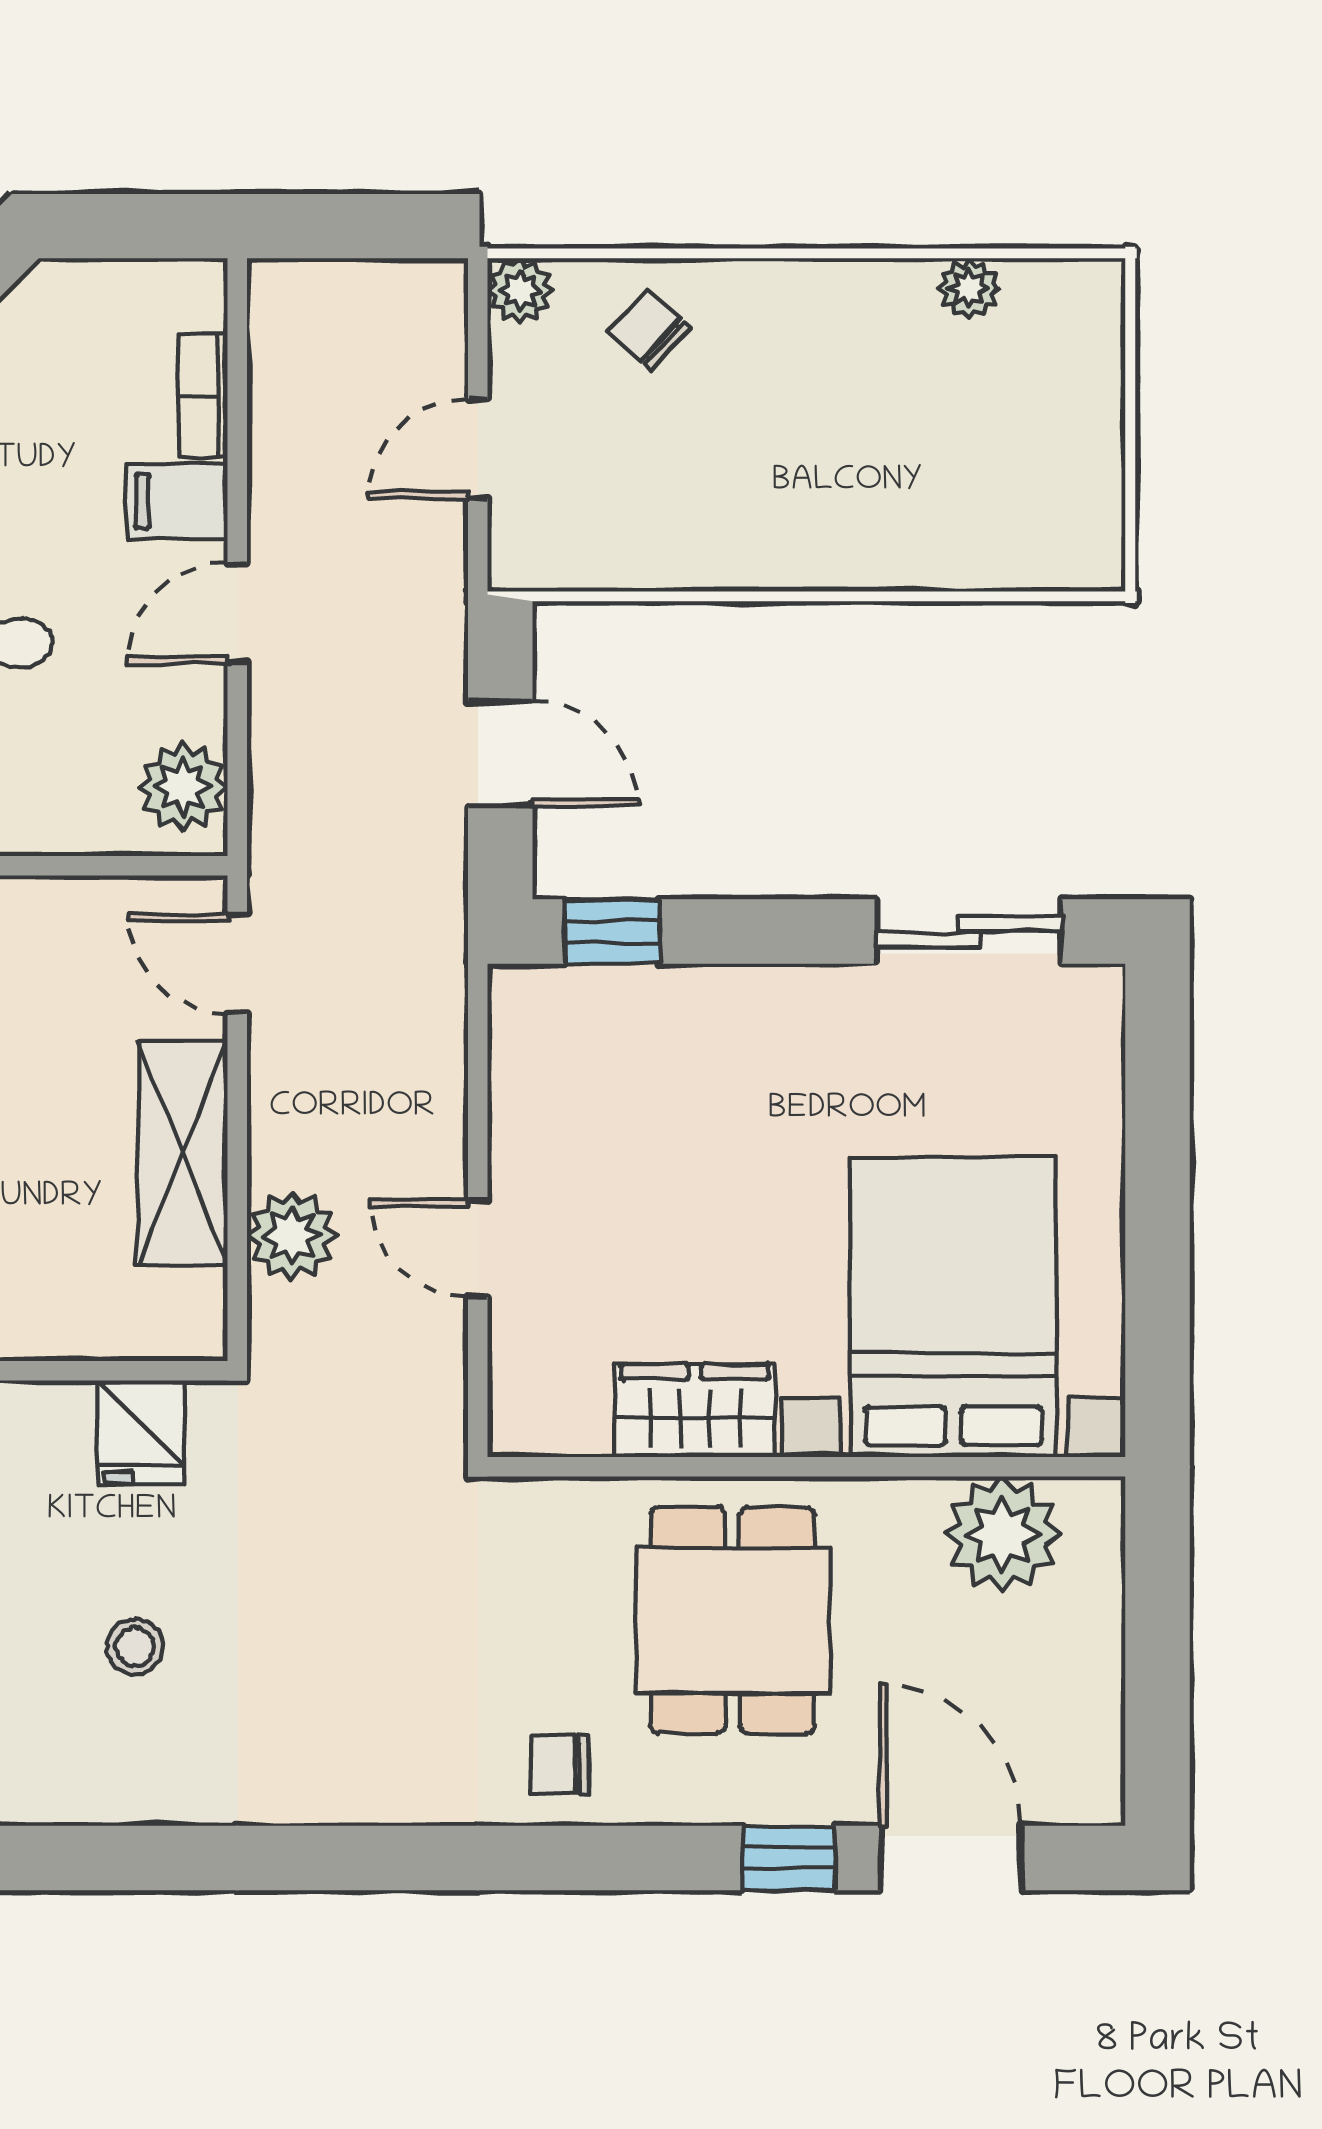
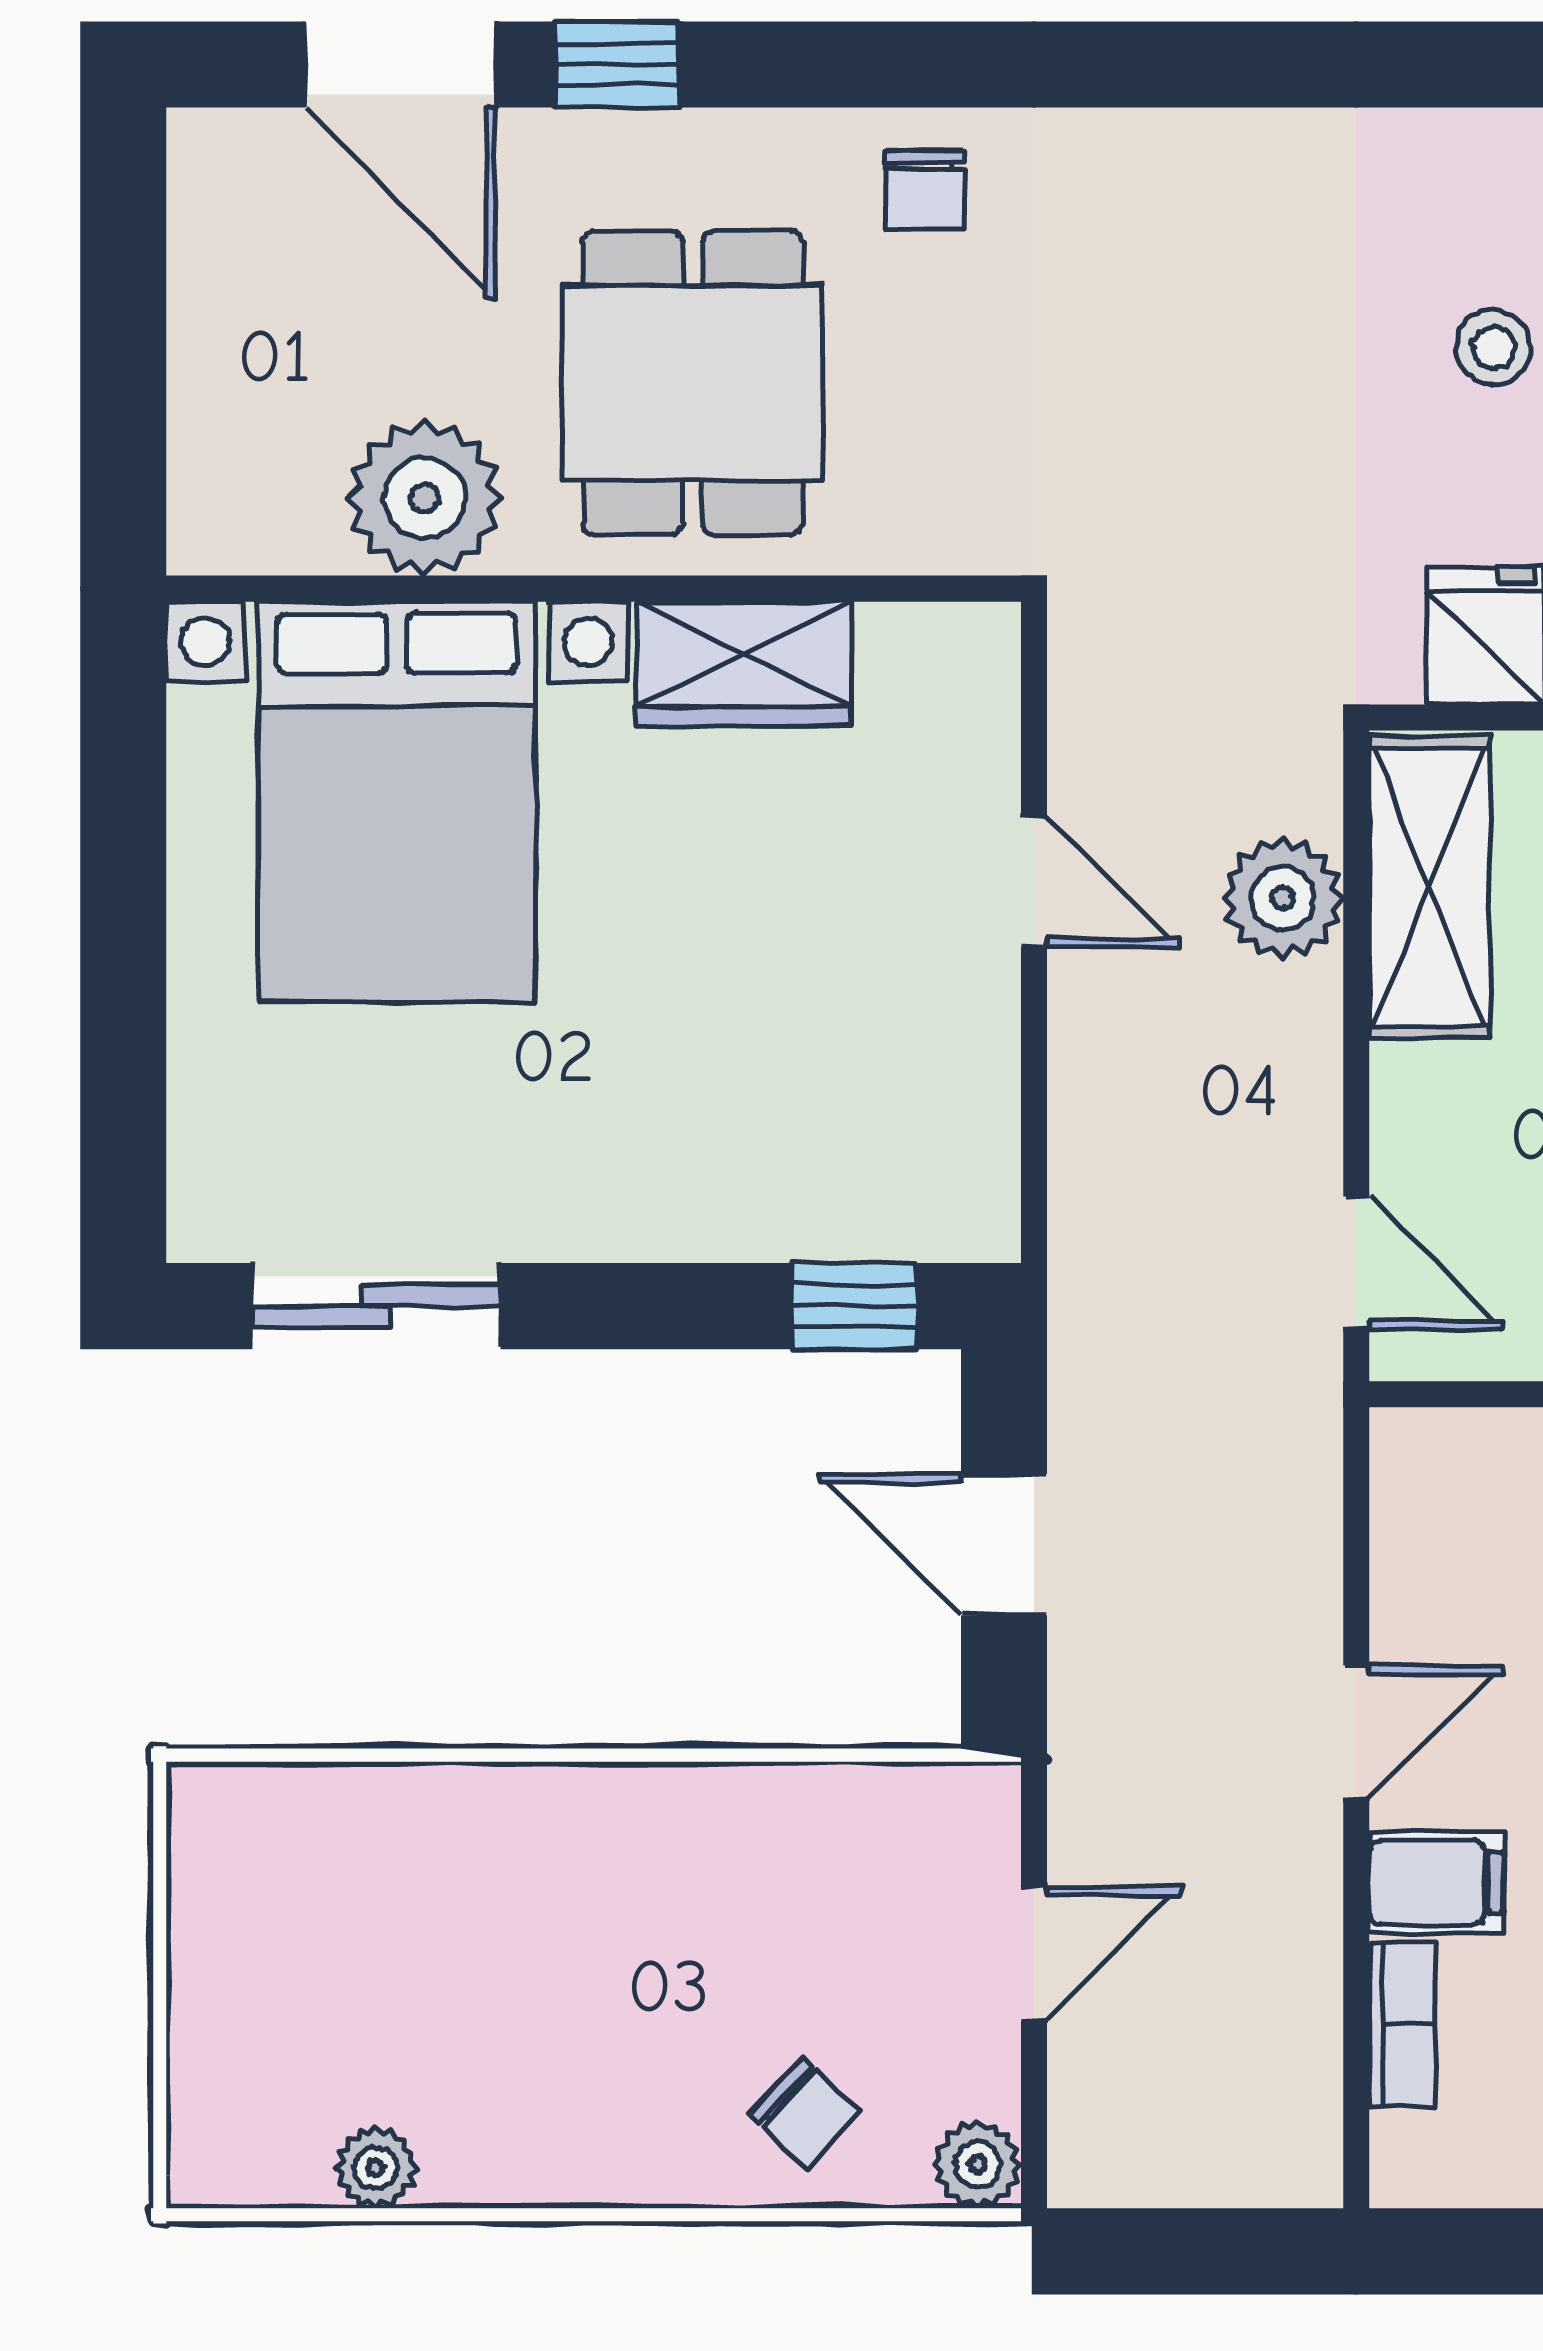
plant: (183, 787) -> (1429, 1500), removed
shelving: (183, 1153) -> (1430, 887), moved
plant: (1002, 1534) -> (425, 498), moved
chair: (560, 1765) -> (924, 190), turned 90

